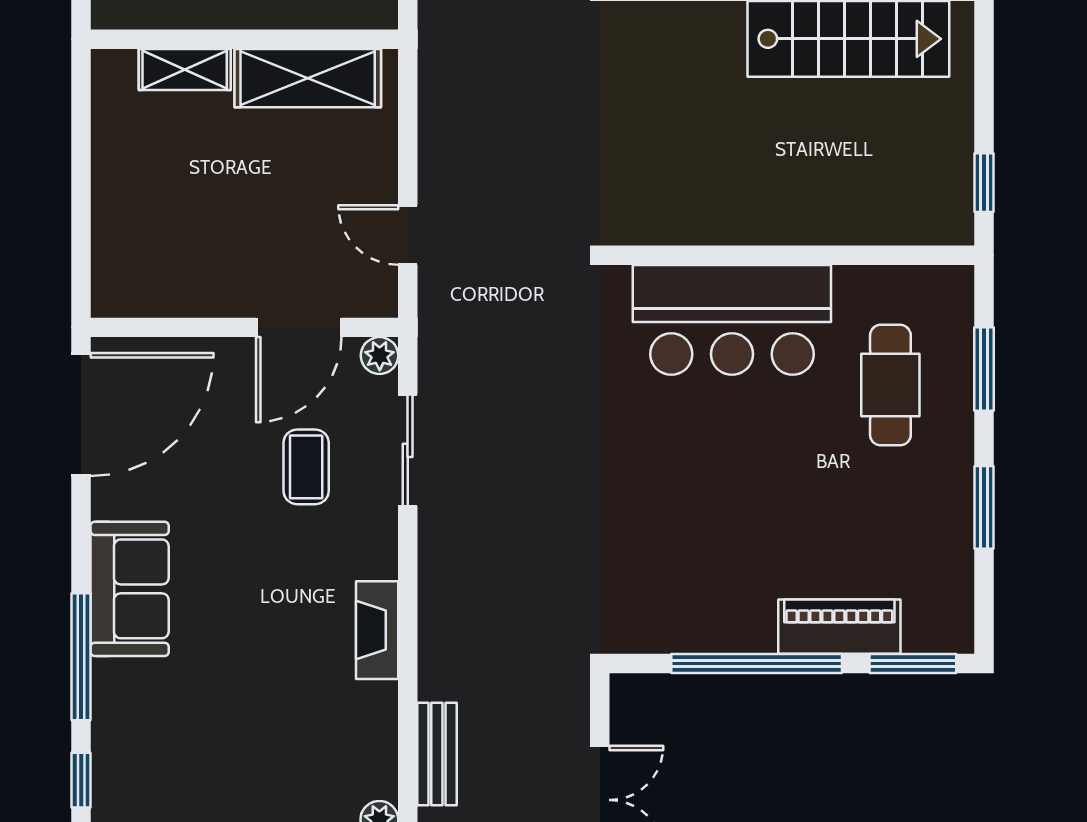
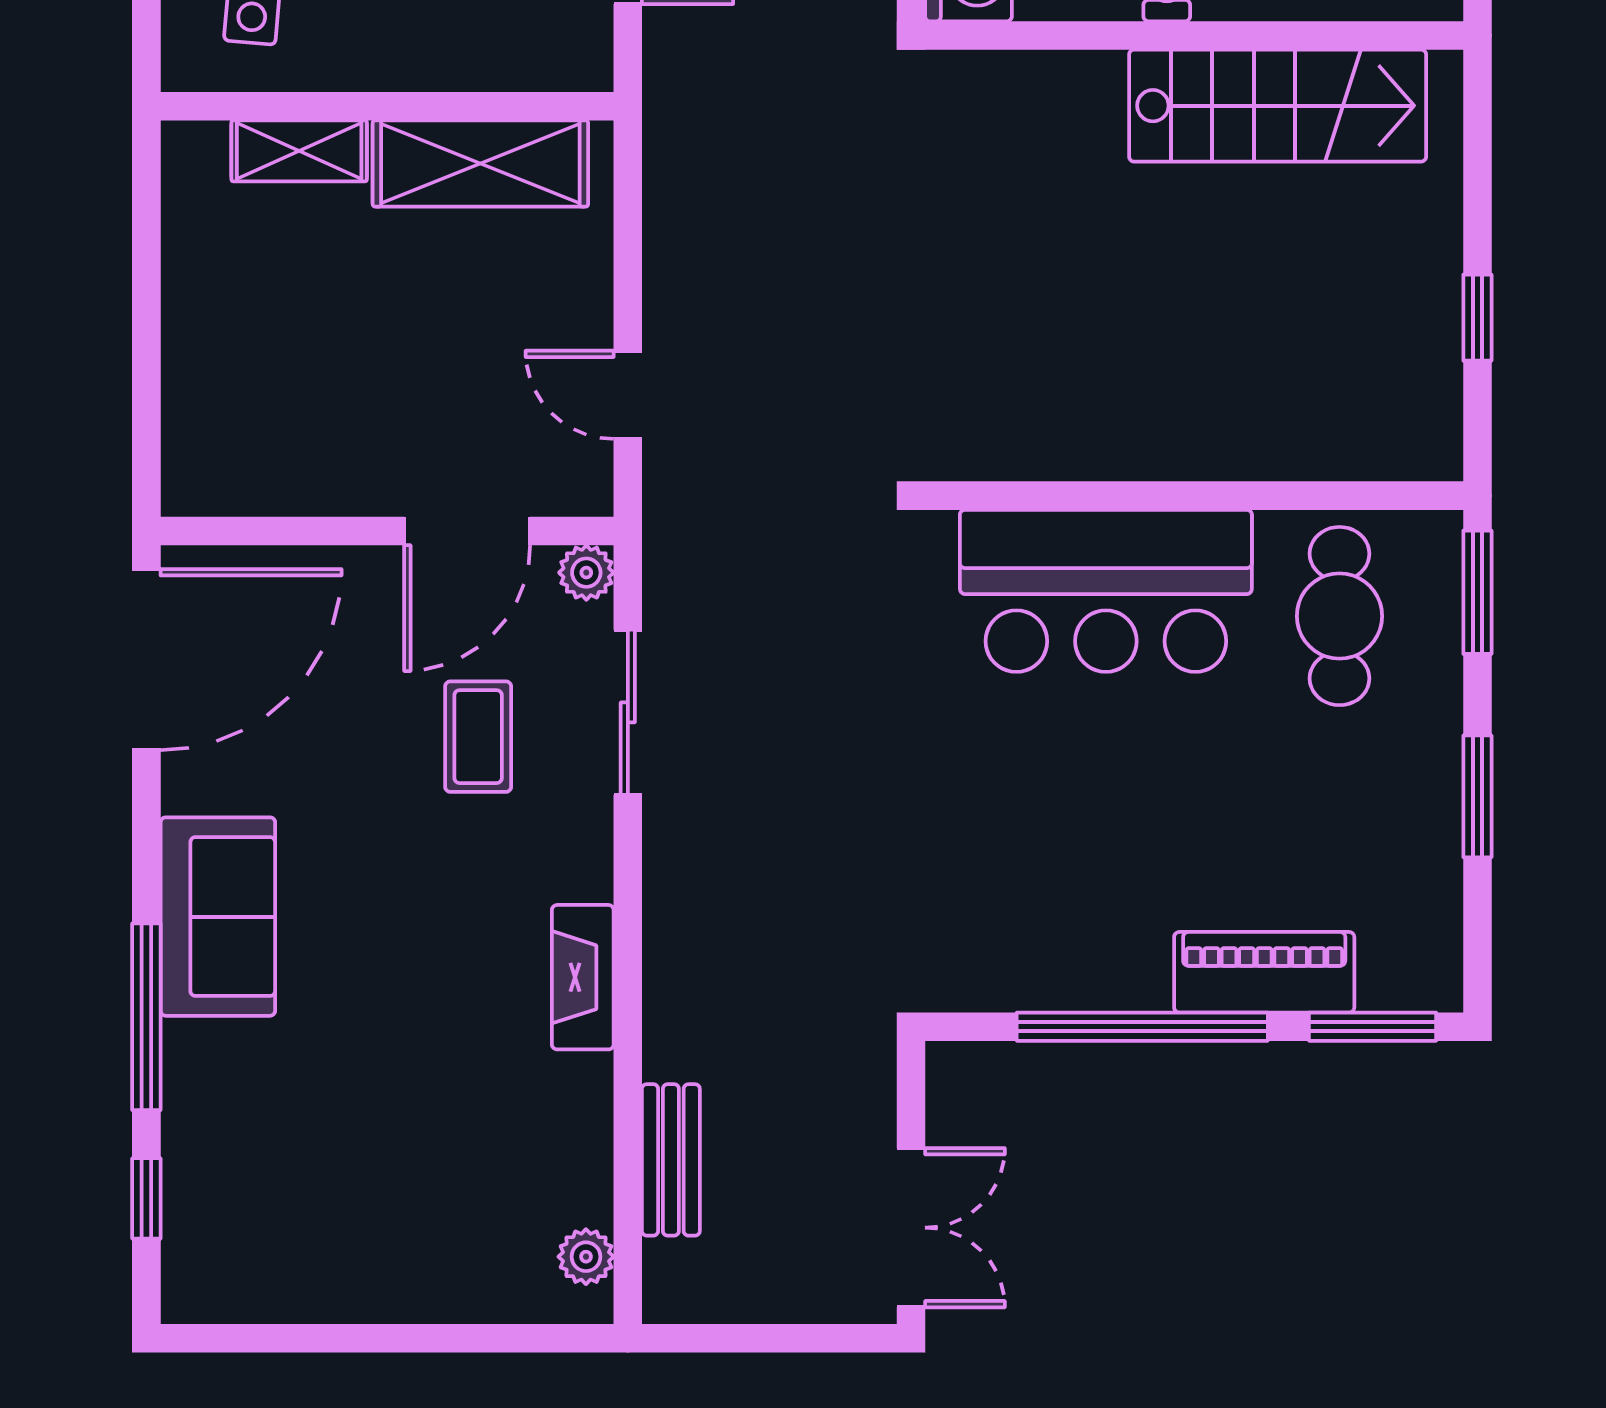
wall: (792, 255) -> (1194, 496), moved
bar counter: (732, 320) -> (1106, 591), moved

